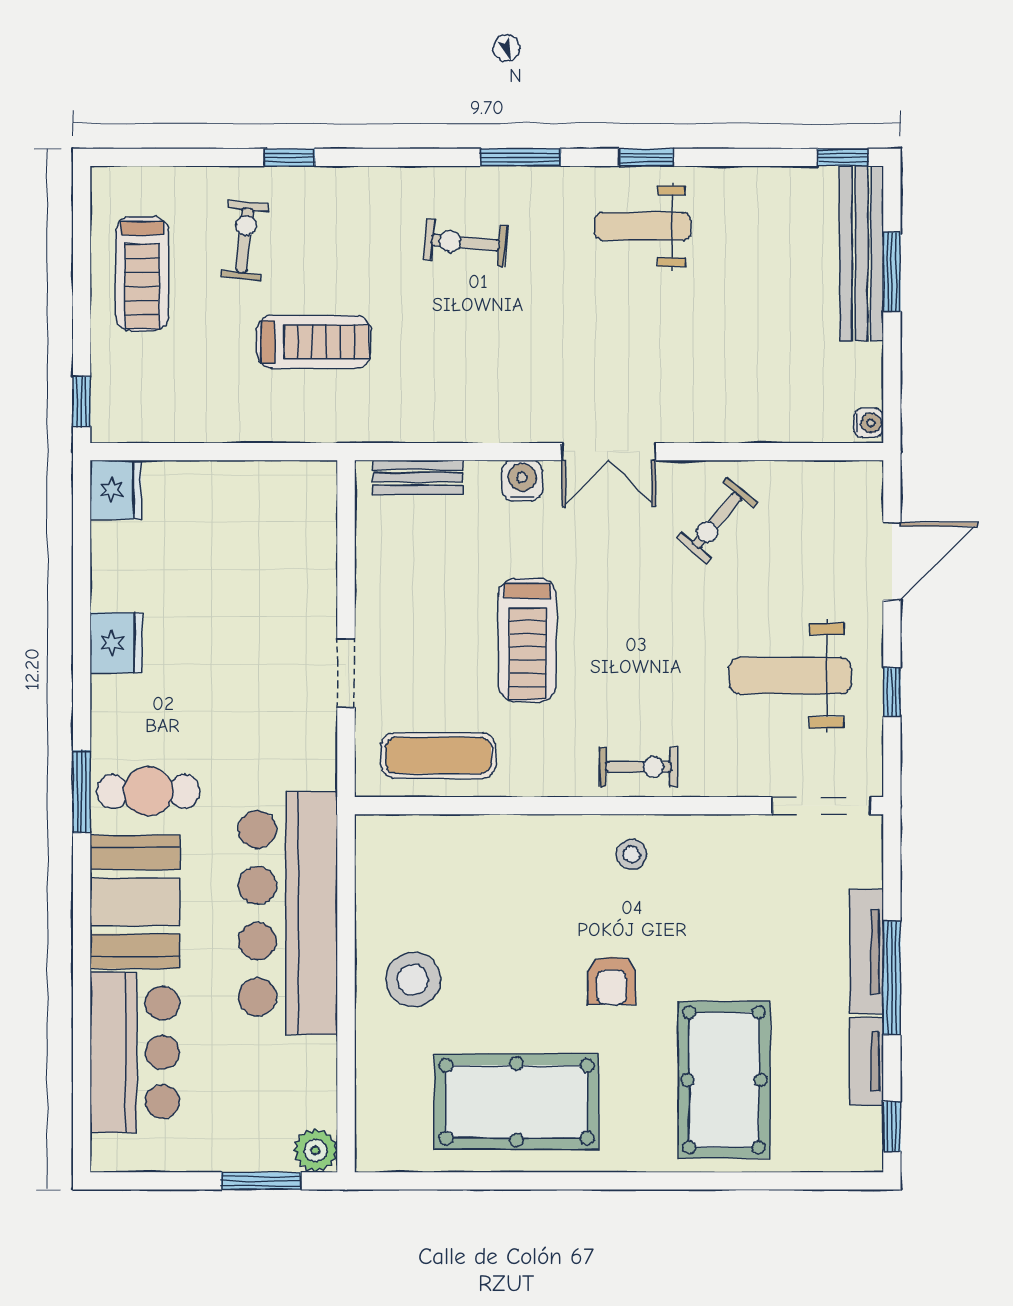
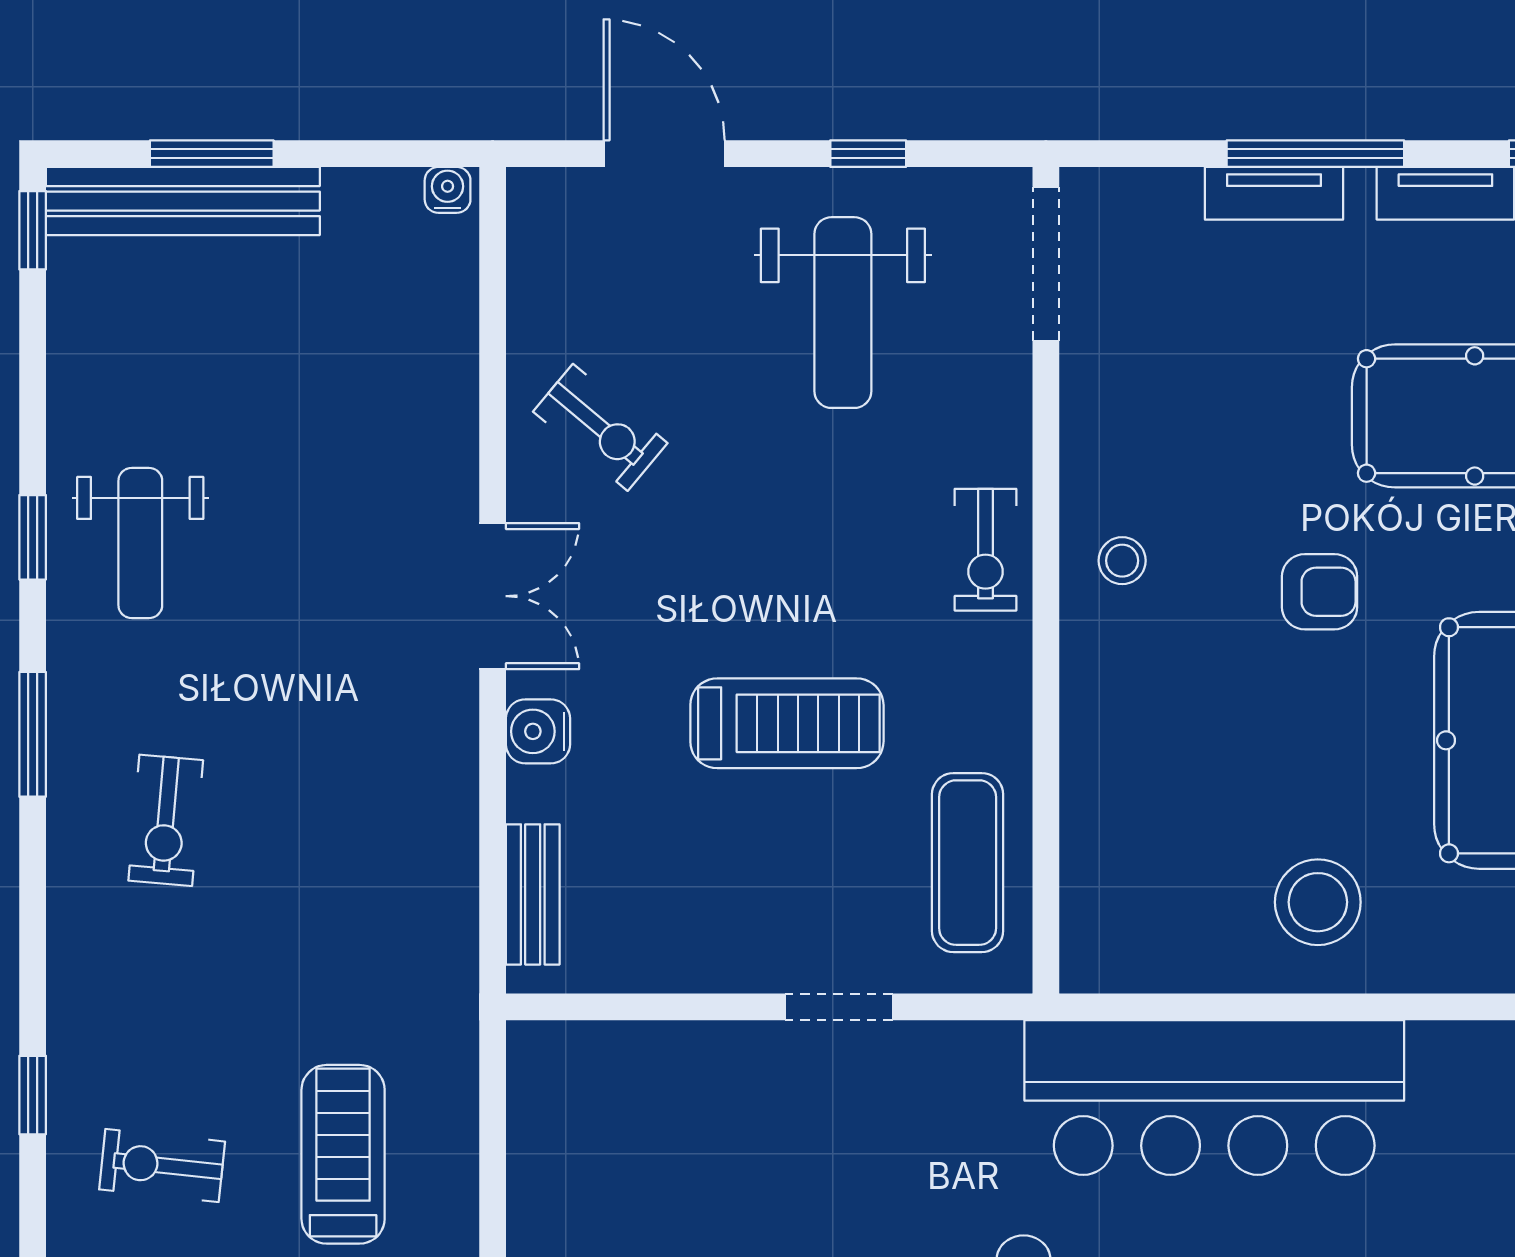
treadmill: (314, 342) -> (343, 1154), moved
exercise bike: (638, 767) -> (986, 550), turned 180
tv unit: (866, 952) -> (1274, 193), width x0.71

